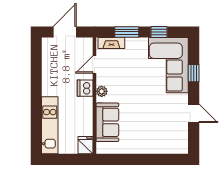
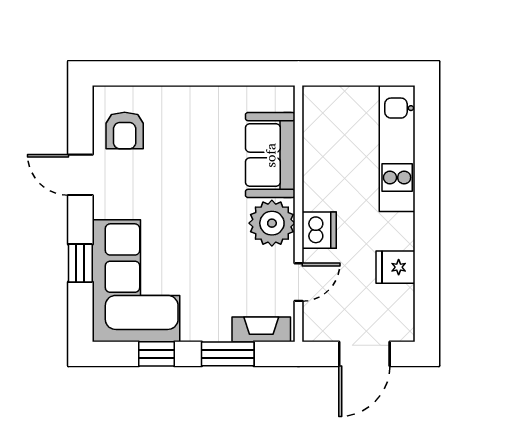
plant: (102, 91) -> (272, 223), width x1.87, depth x1.87
armchair: (174, 133) -> (125, 131), added
fridge: (85, 145) -> (395, 267), moved, turned 90

